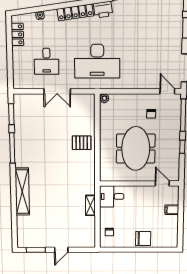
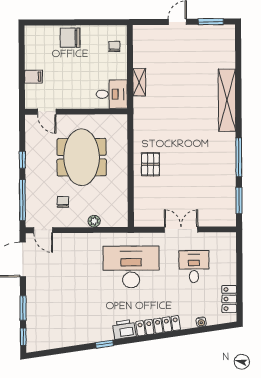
plant: (104, 98) -> (94, 221), moved
pallet: (82, 143) -> (150, 164), turned 90

